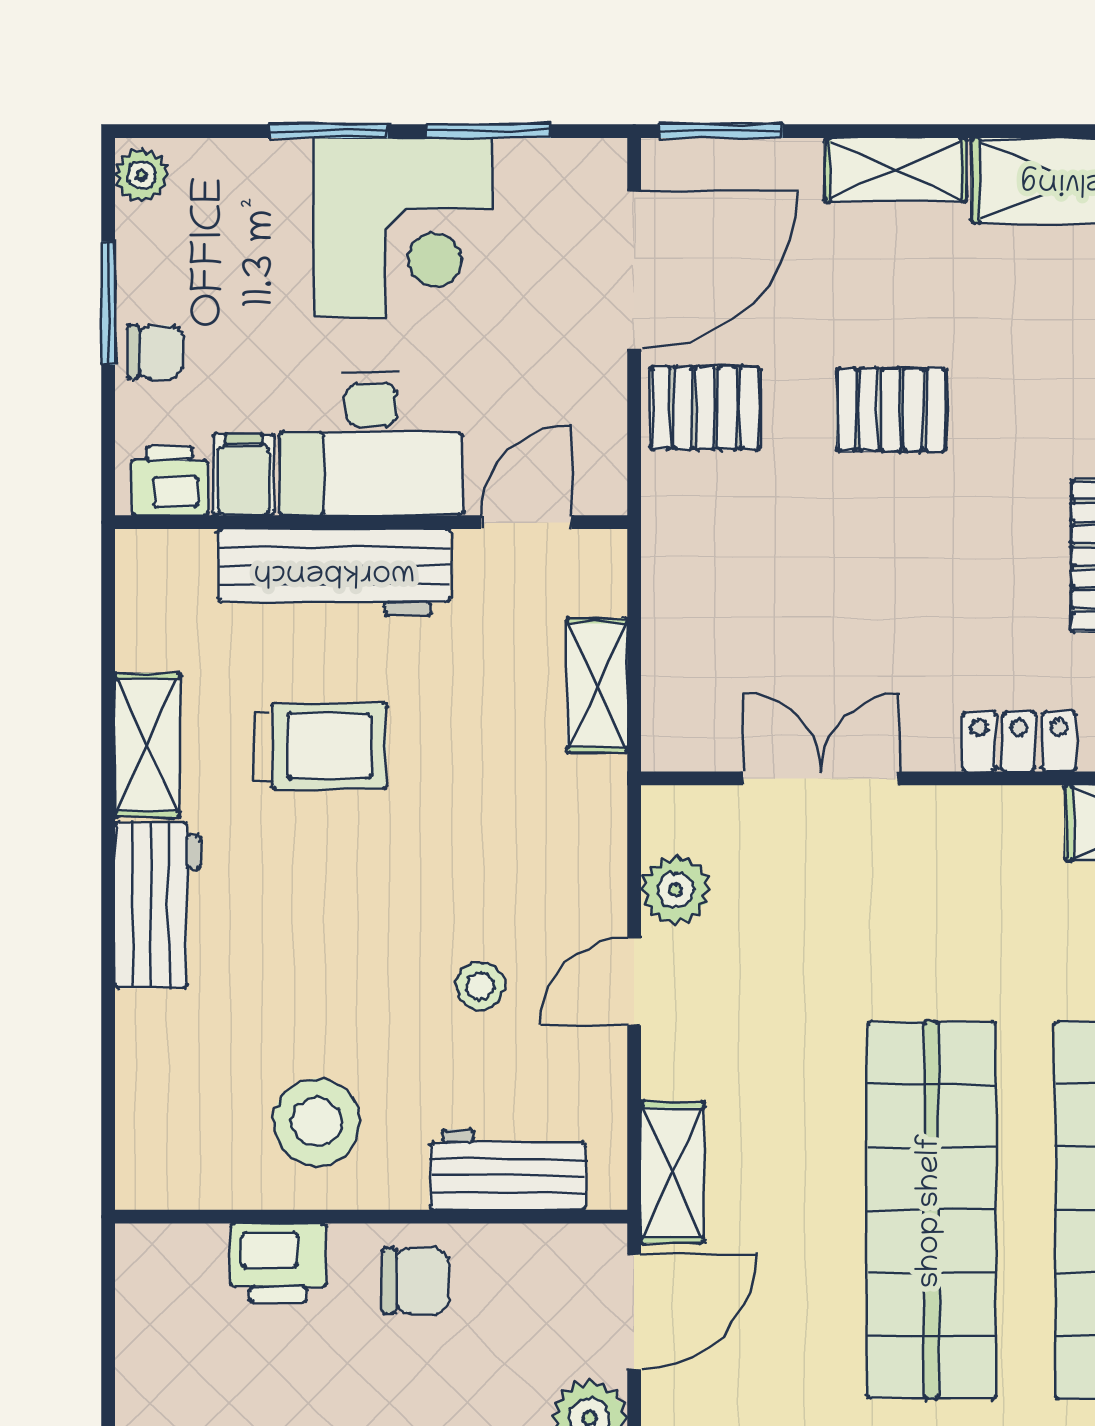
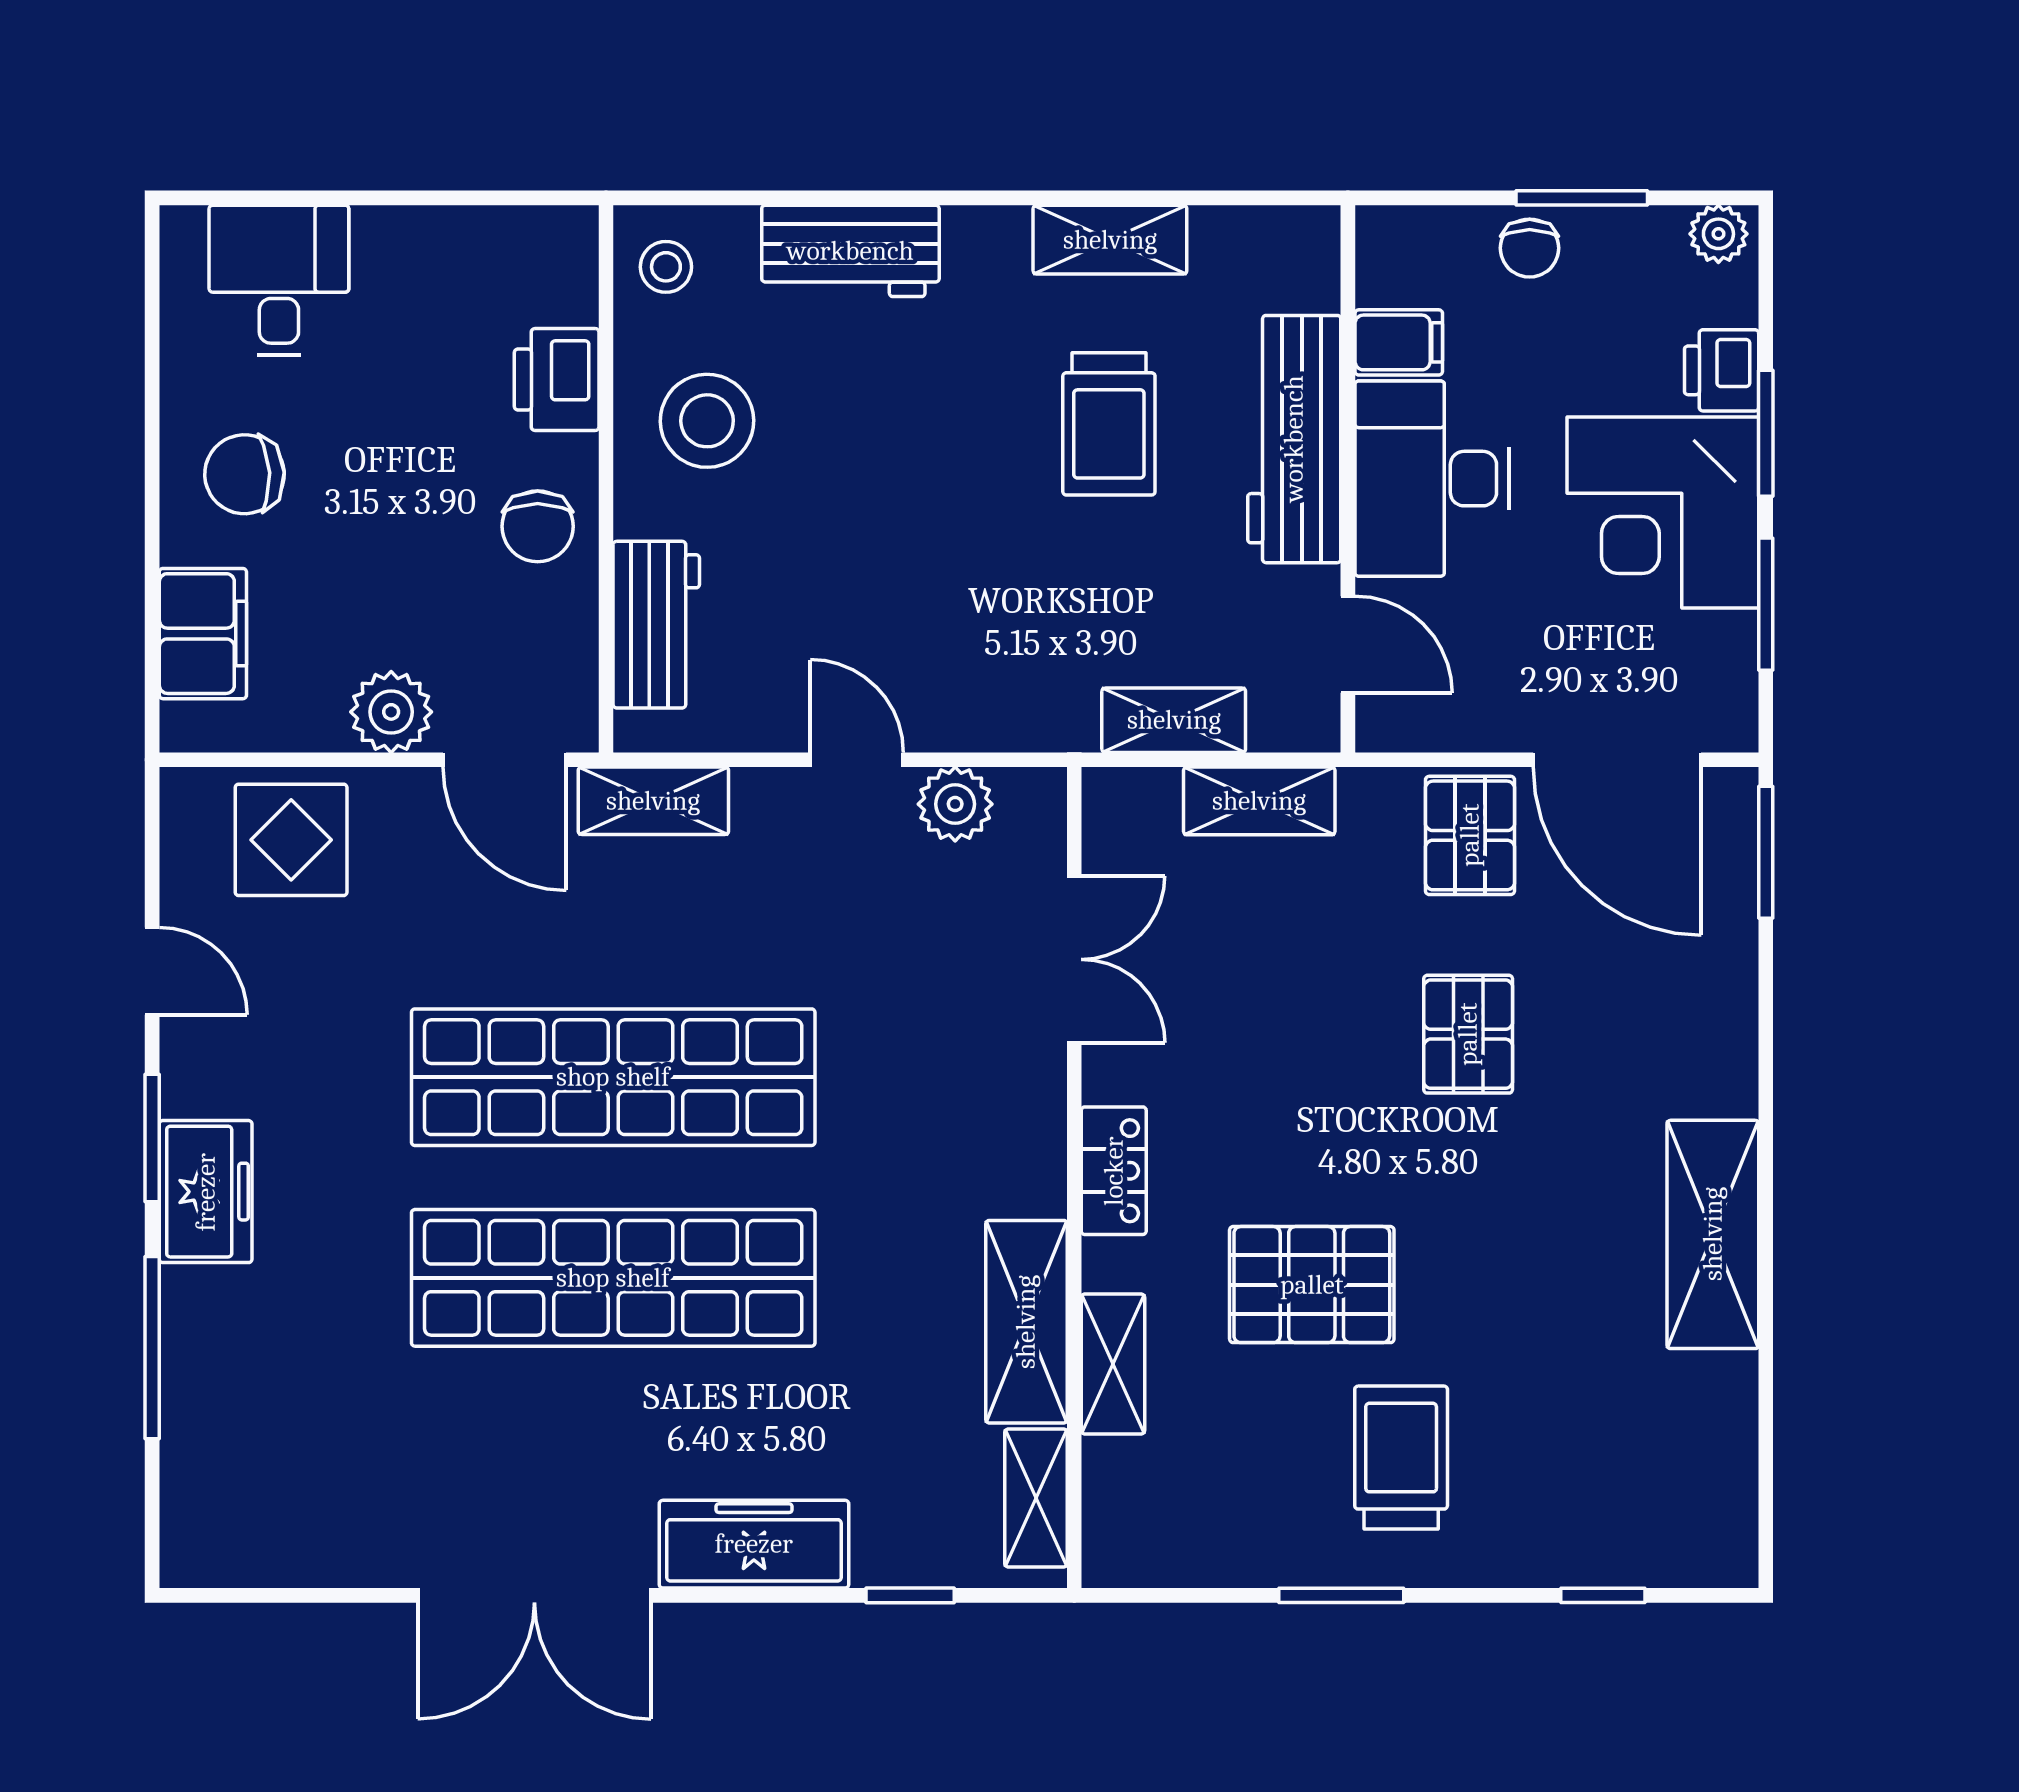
shelving: (896, 170) -> (1259, 801), moved, turned 90
printer: (169, 481) -> (1722, 370), moved, turned 180
workbench: (158, 905) -> (850, 251), moved
stool: (480, 986) -> (666, 267), moved

